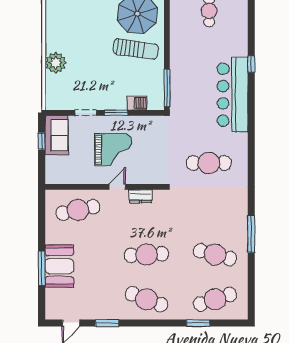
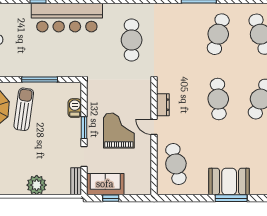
window: (167, 88) -> (40, 80), moved
bench: (60, 105) -> (76, 181), added

